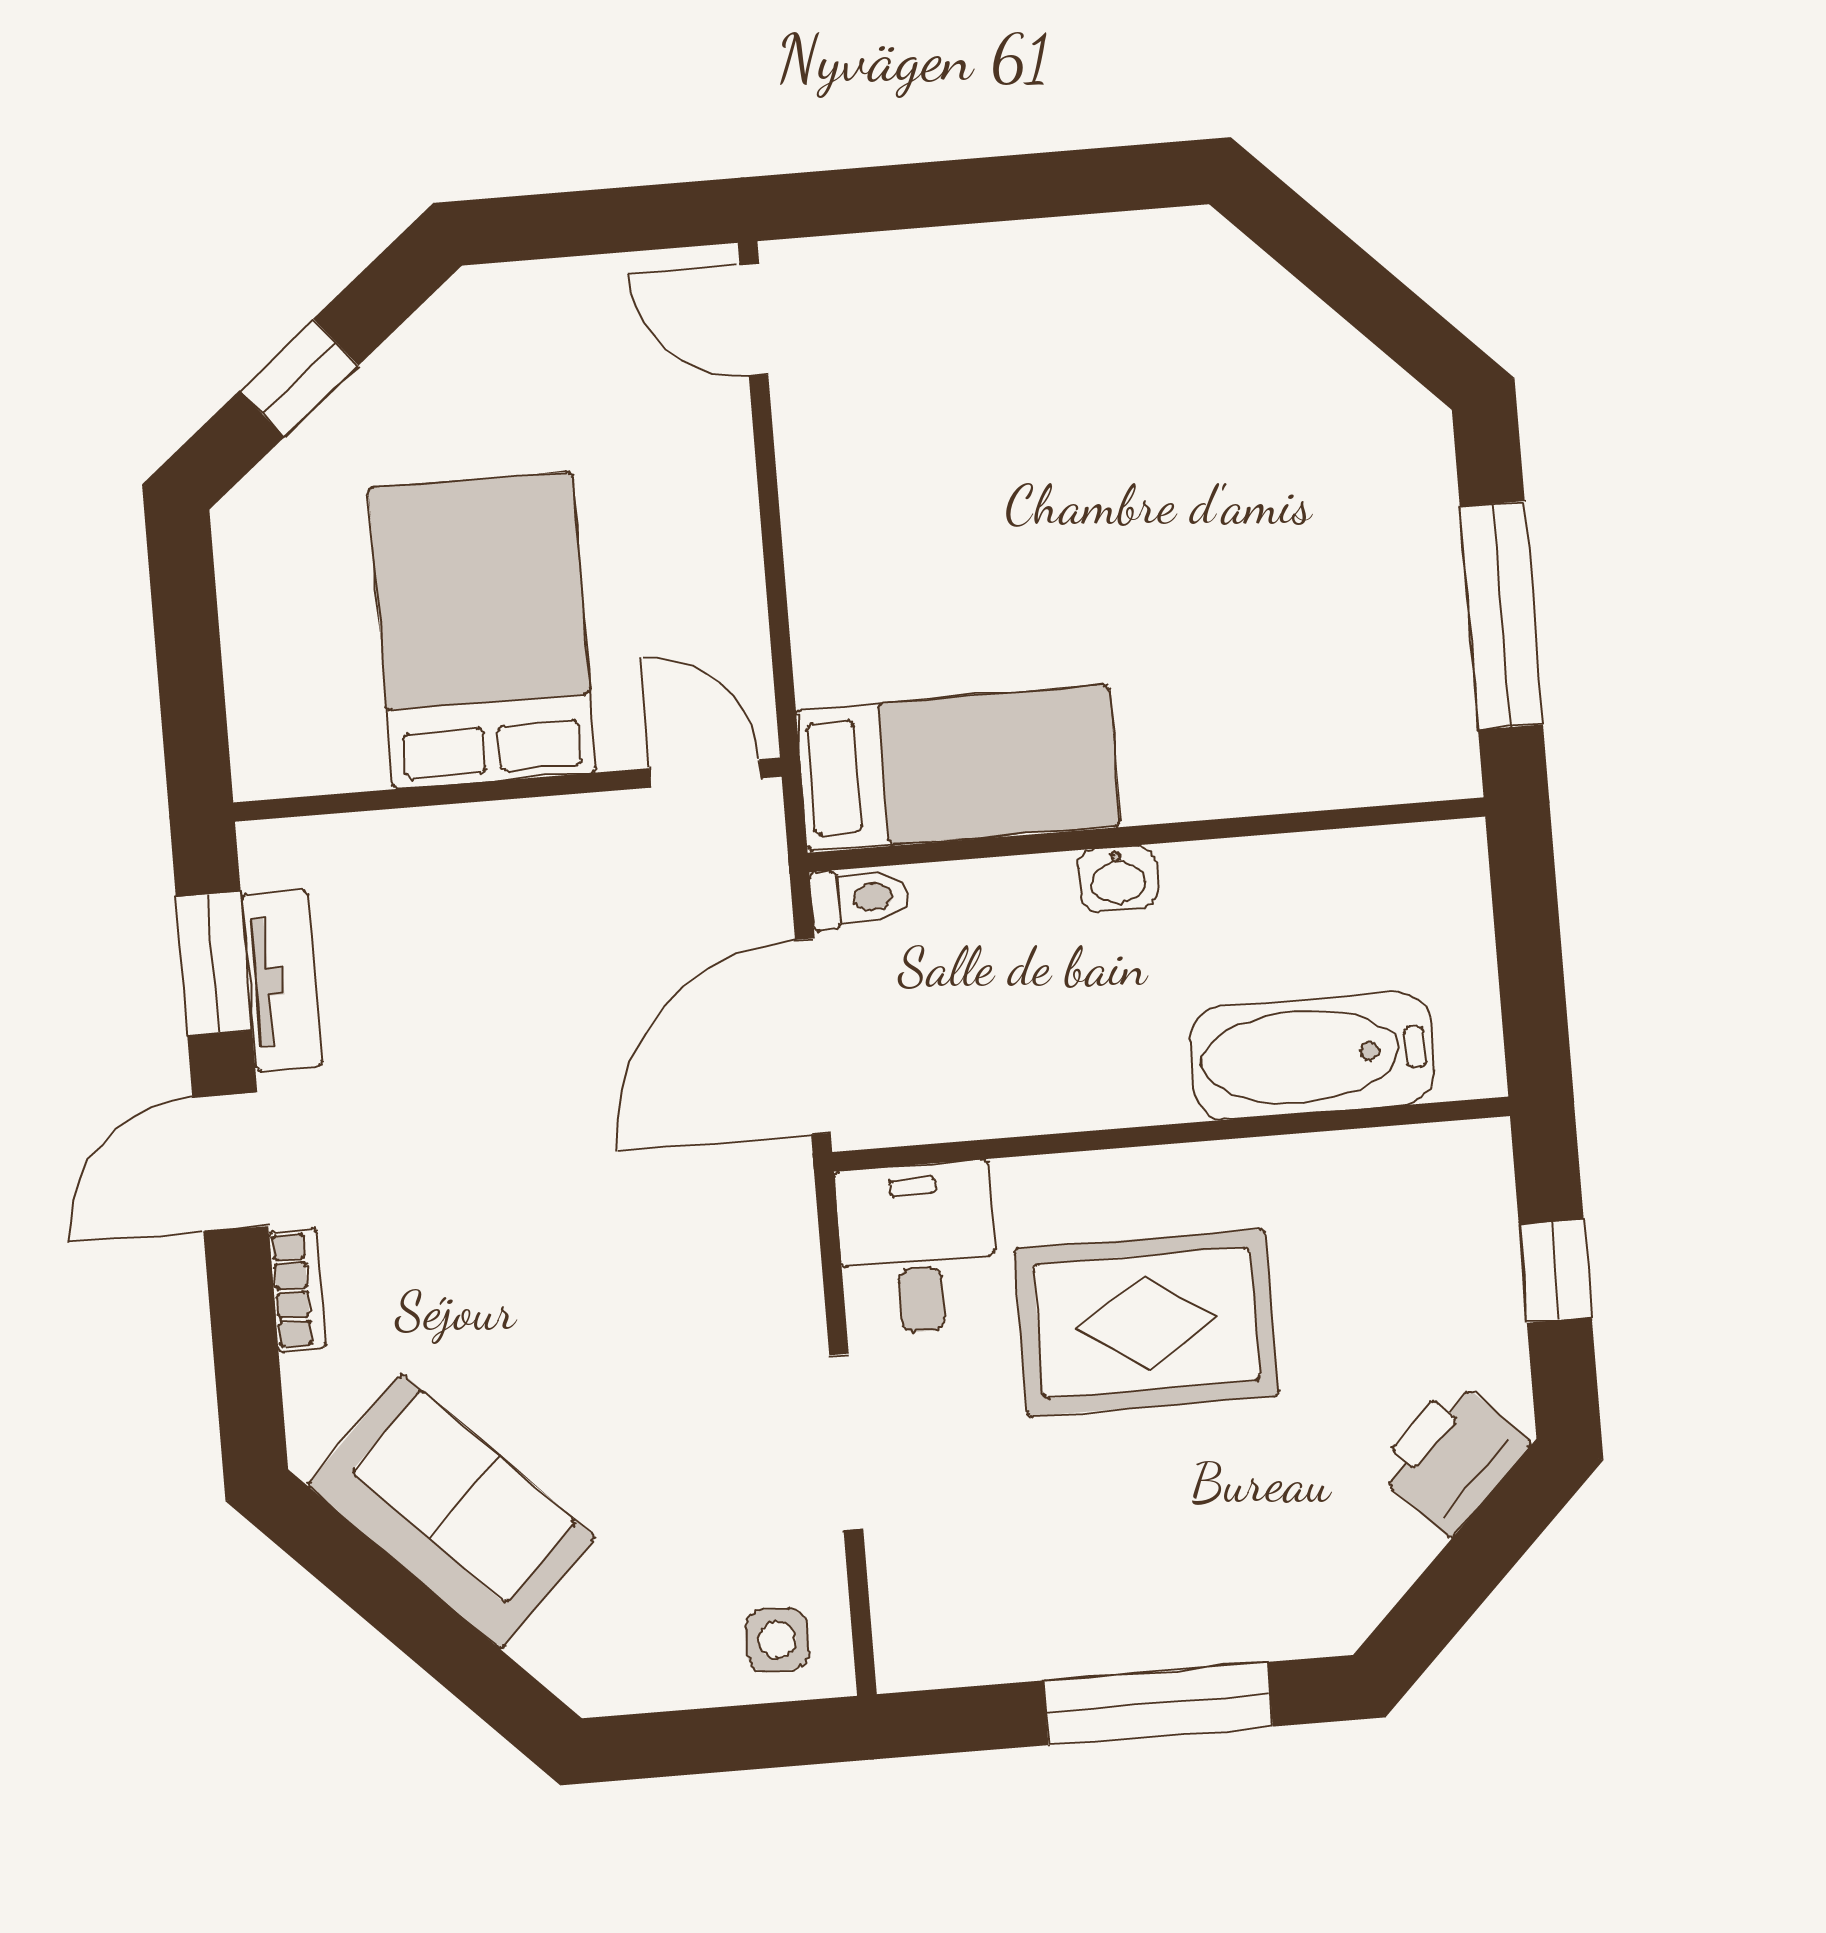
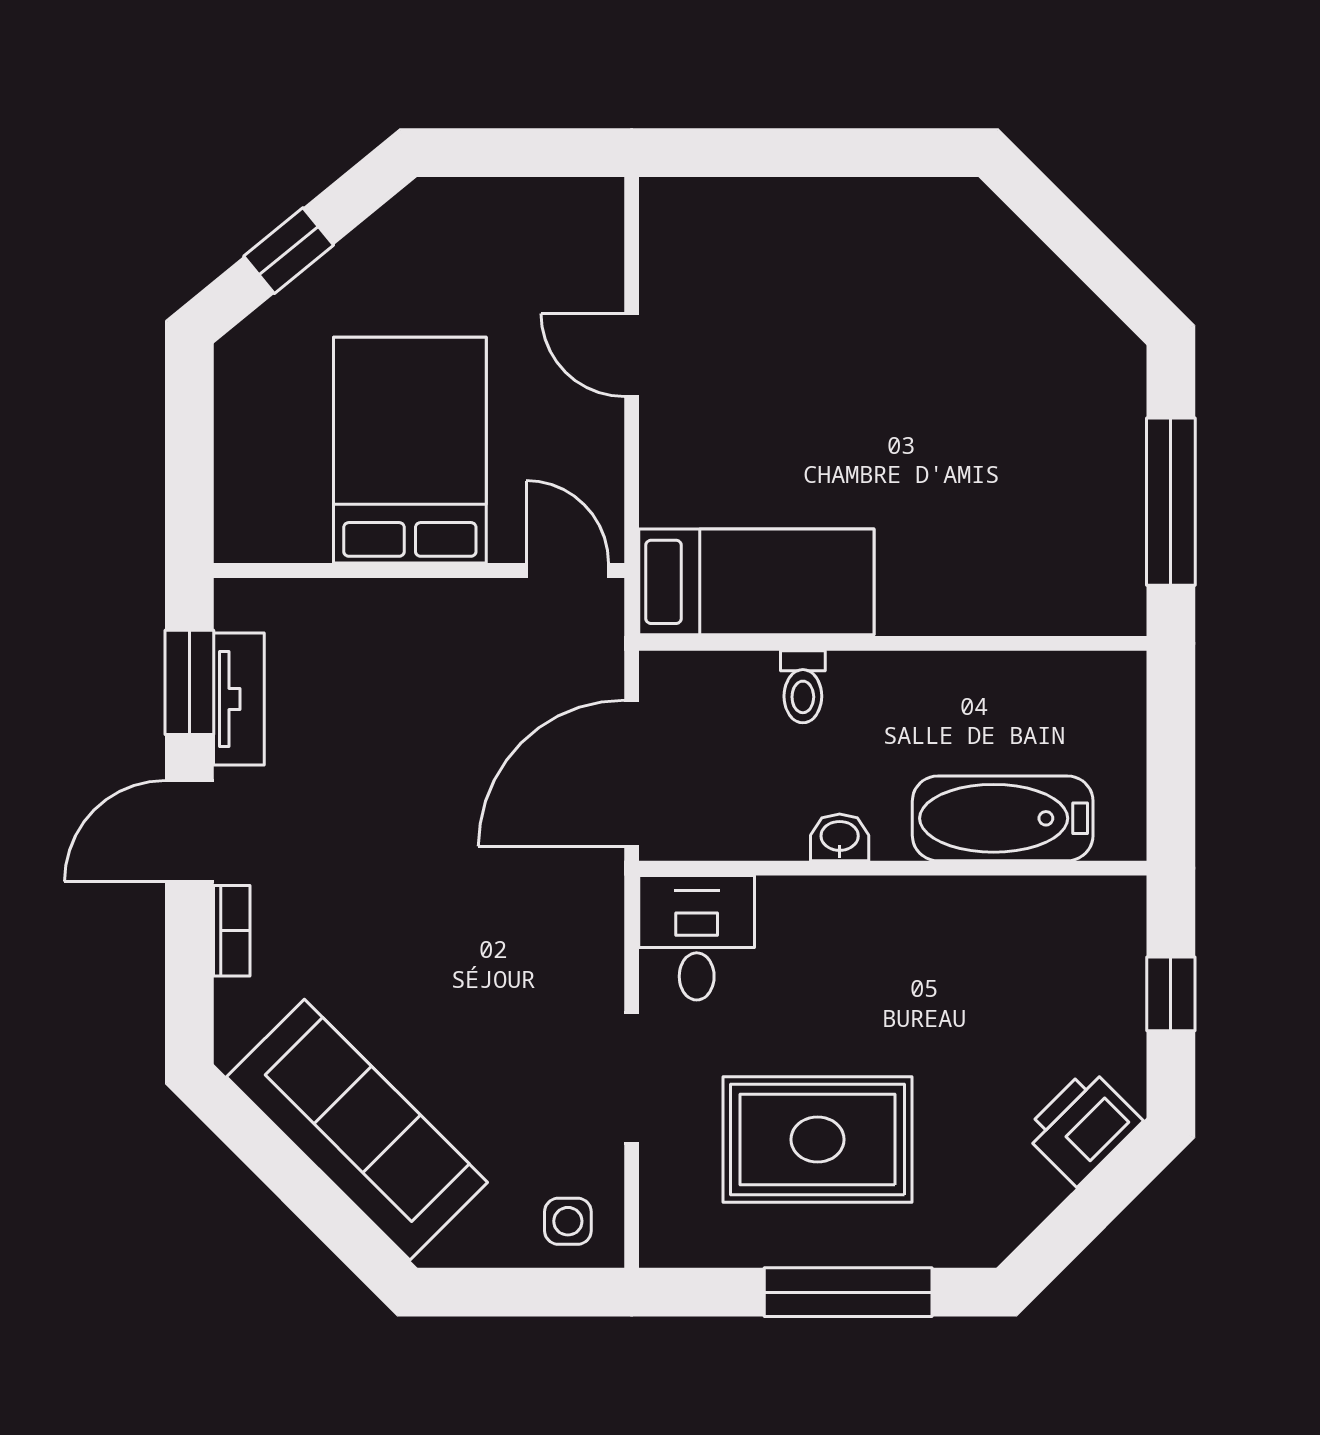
door: (754, 320) -> (632, 355), moved
washbasin: (1118, 878) -> (840, 837), moved, turned 180
toilet: (860, 898) -> (803, 687), moved, turned 90
rug: (1147, 1323) -> (817, 1140), moved
sofa: (451, 1511) -> (357, 1130), width x1.36

